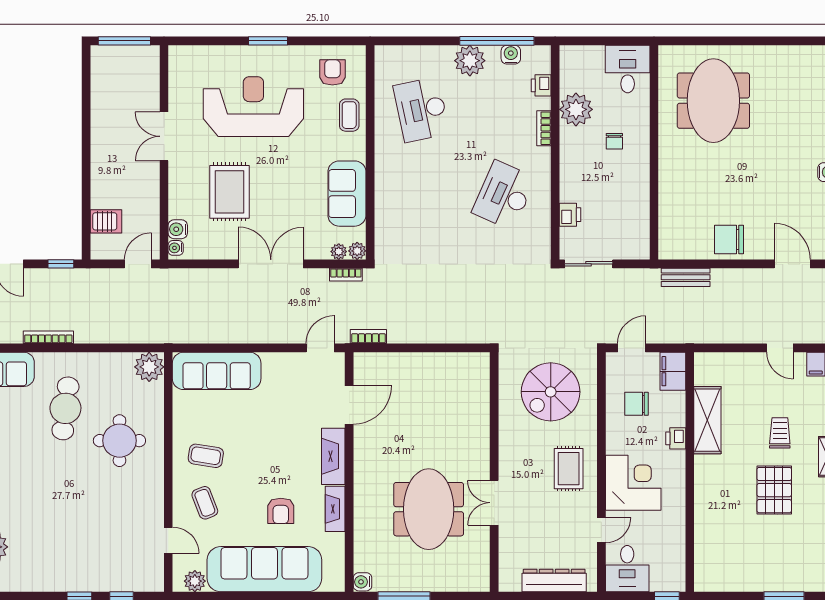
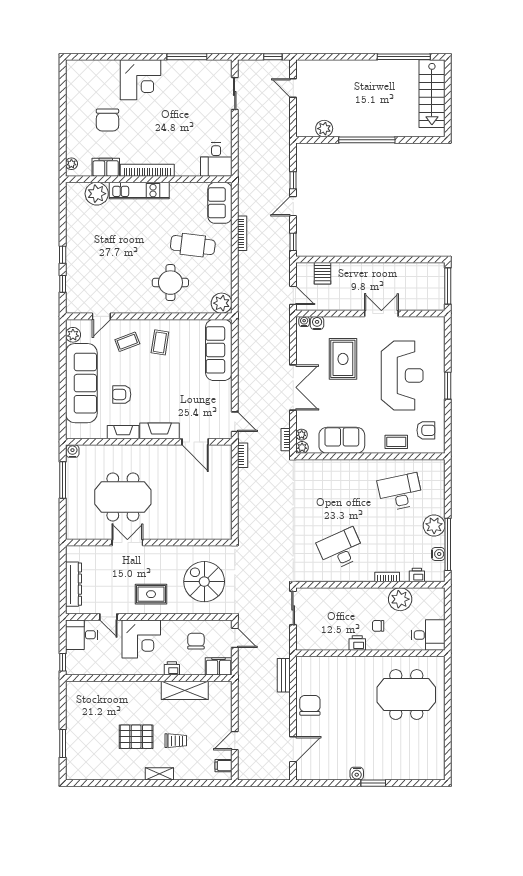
rug: (230, 192) -> (343, 359), turned 90
desk: (504, 195) -> (341, 549), turned -48
printer: (570, 215) -> (357, 643), moved, turned 180

